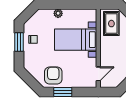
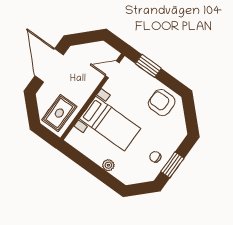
armchair: (53, 75) -> (162, 103), turned 90
window: (63, 92) -> (148, 66), moved

